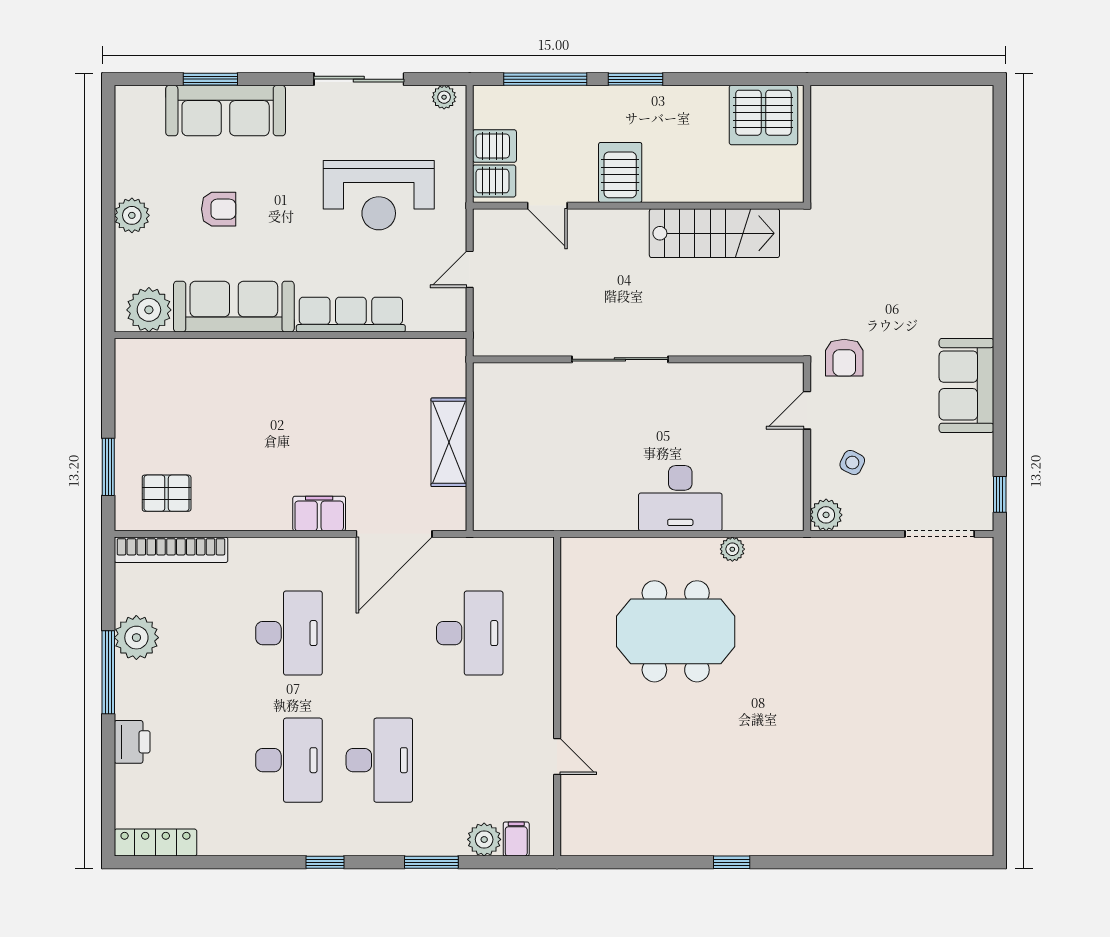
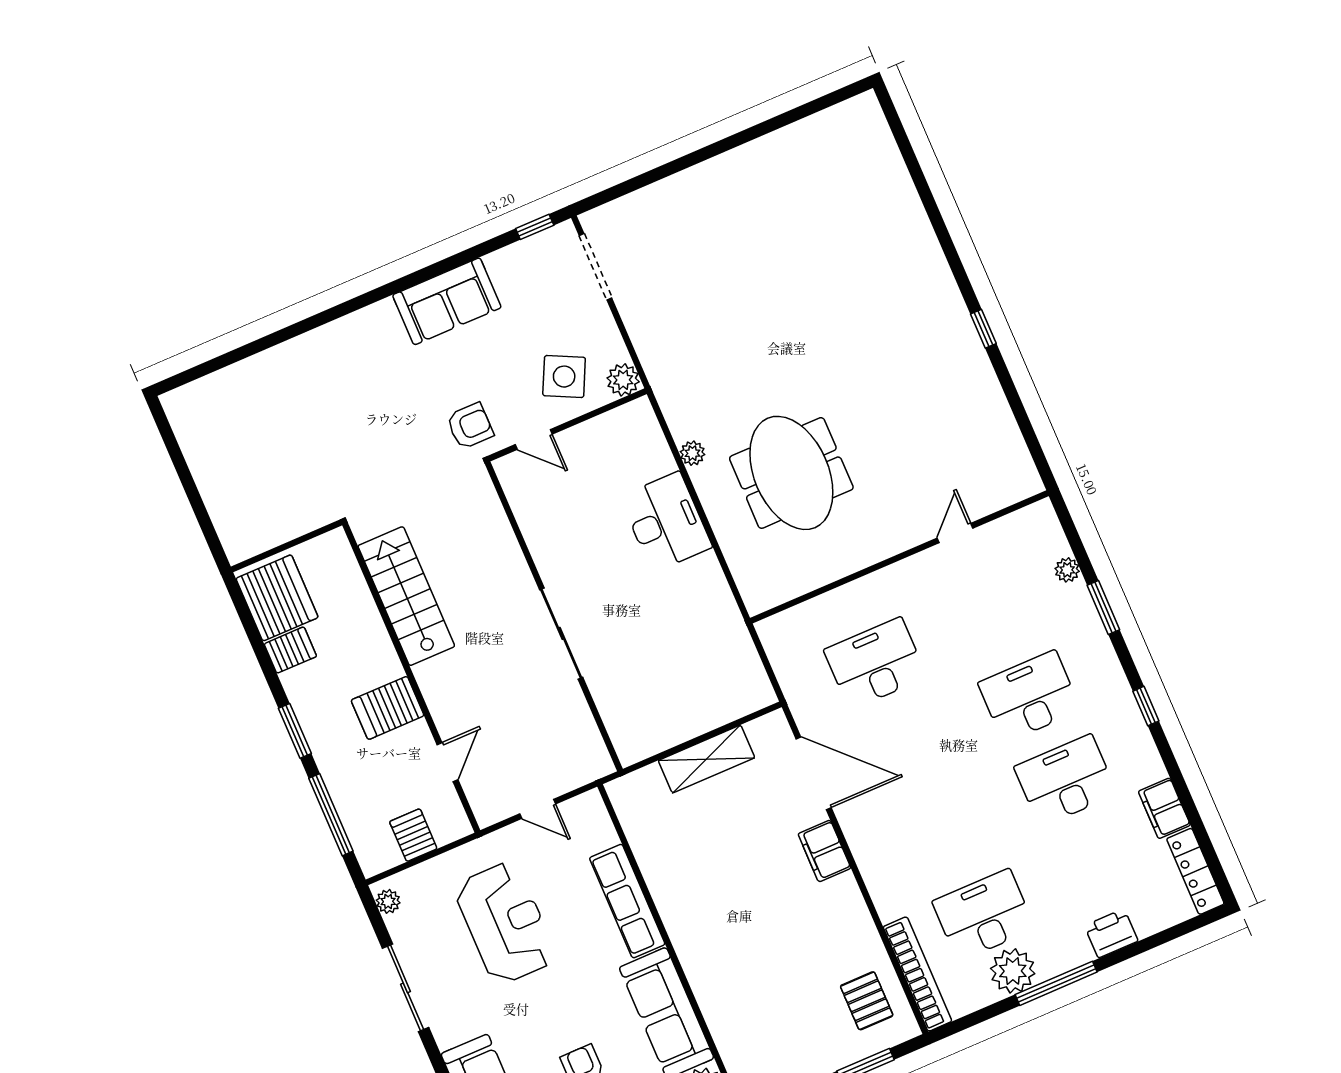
server rack: (494, 181) -> (290, 650), moved, turned 90
side table: (852, 463) -> (564, 377), width x1.87, depth x1.87
desk: (289, 633) -> (984, 915), moved
plant: (484, 839) -> (1067, 570), width x0.73, depth x0.73
filing cabinet: (516, 839) -> (1164, 808), moved, width x2.00

